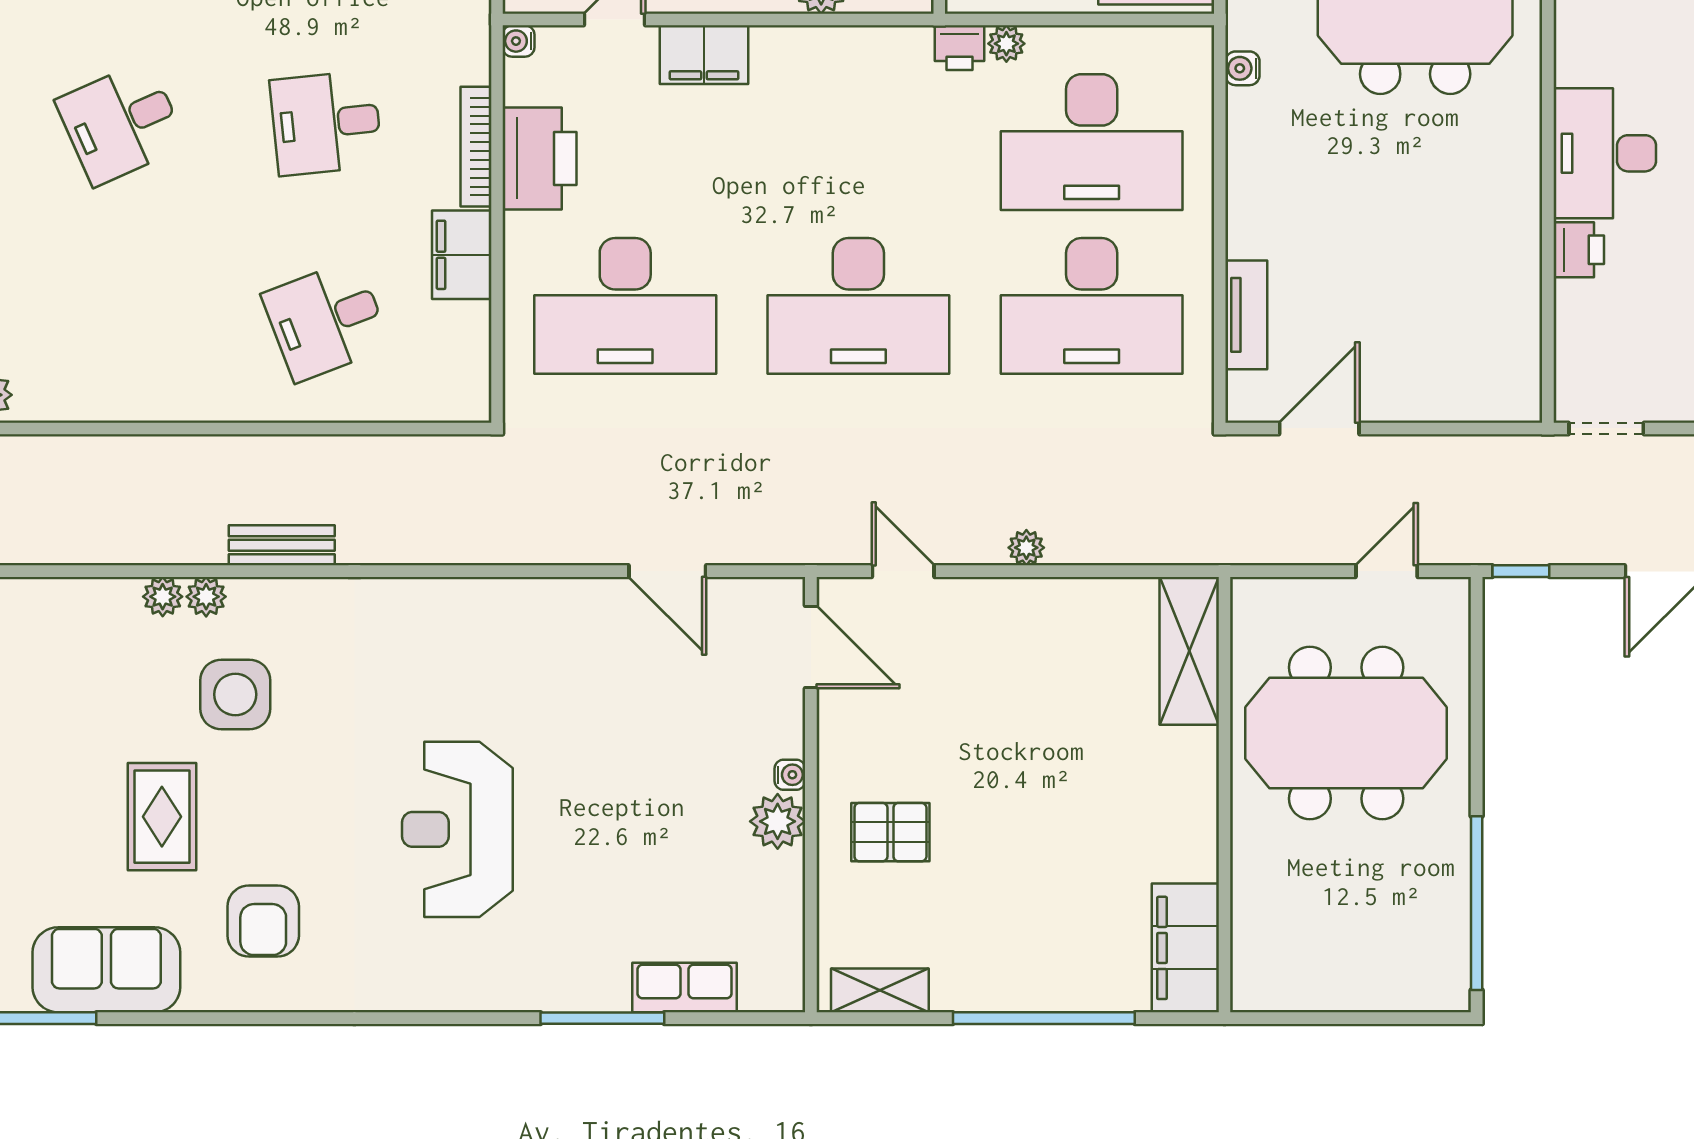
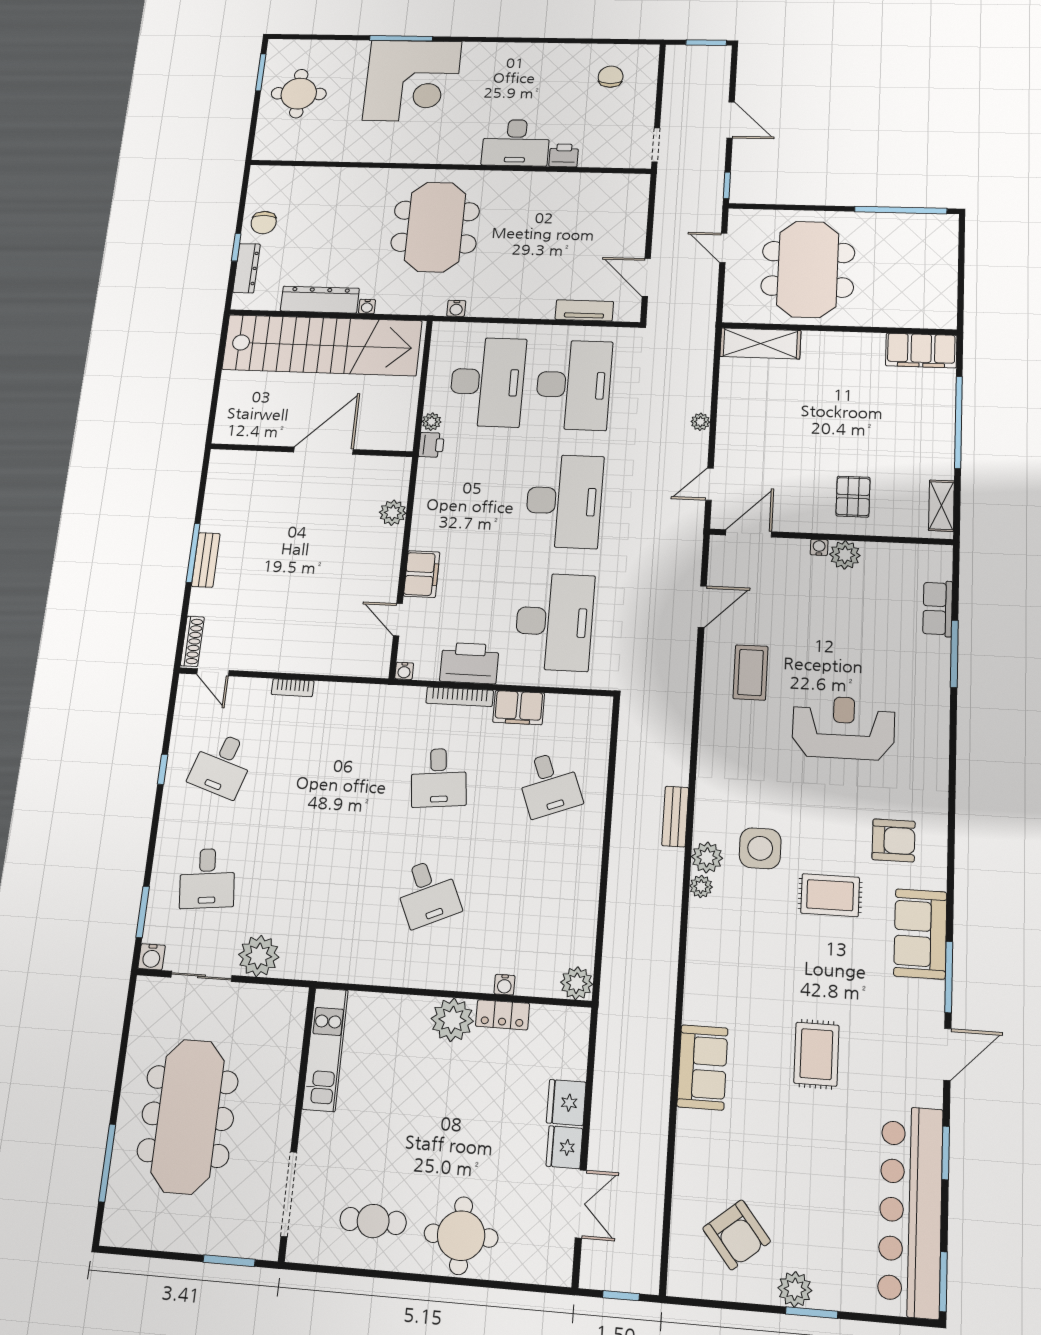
plant: (206, 597) -> (707, 857), width x1.38, depth x1.38
coffee table: (549, 663) -> (751, 672), added
reception desk: (457, 829) -> (843, 728), turned 180

